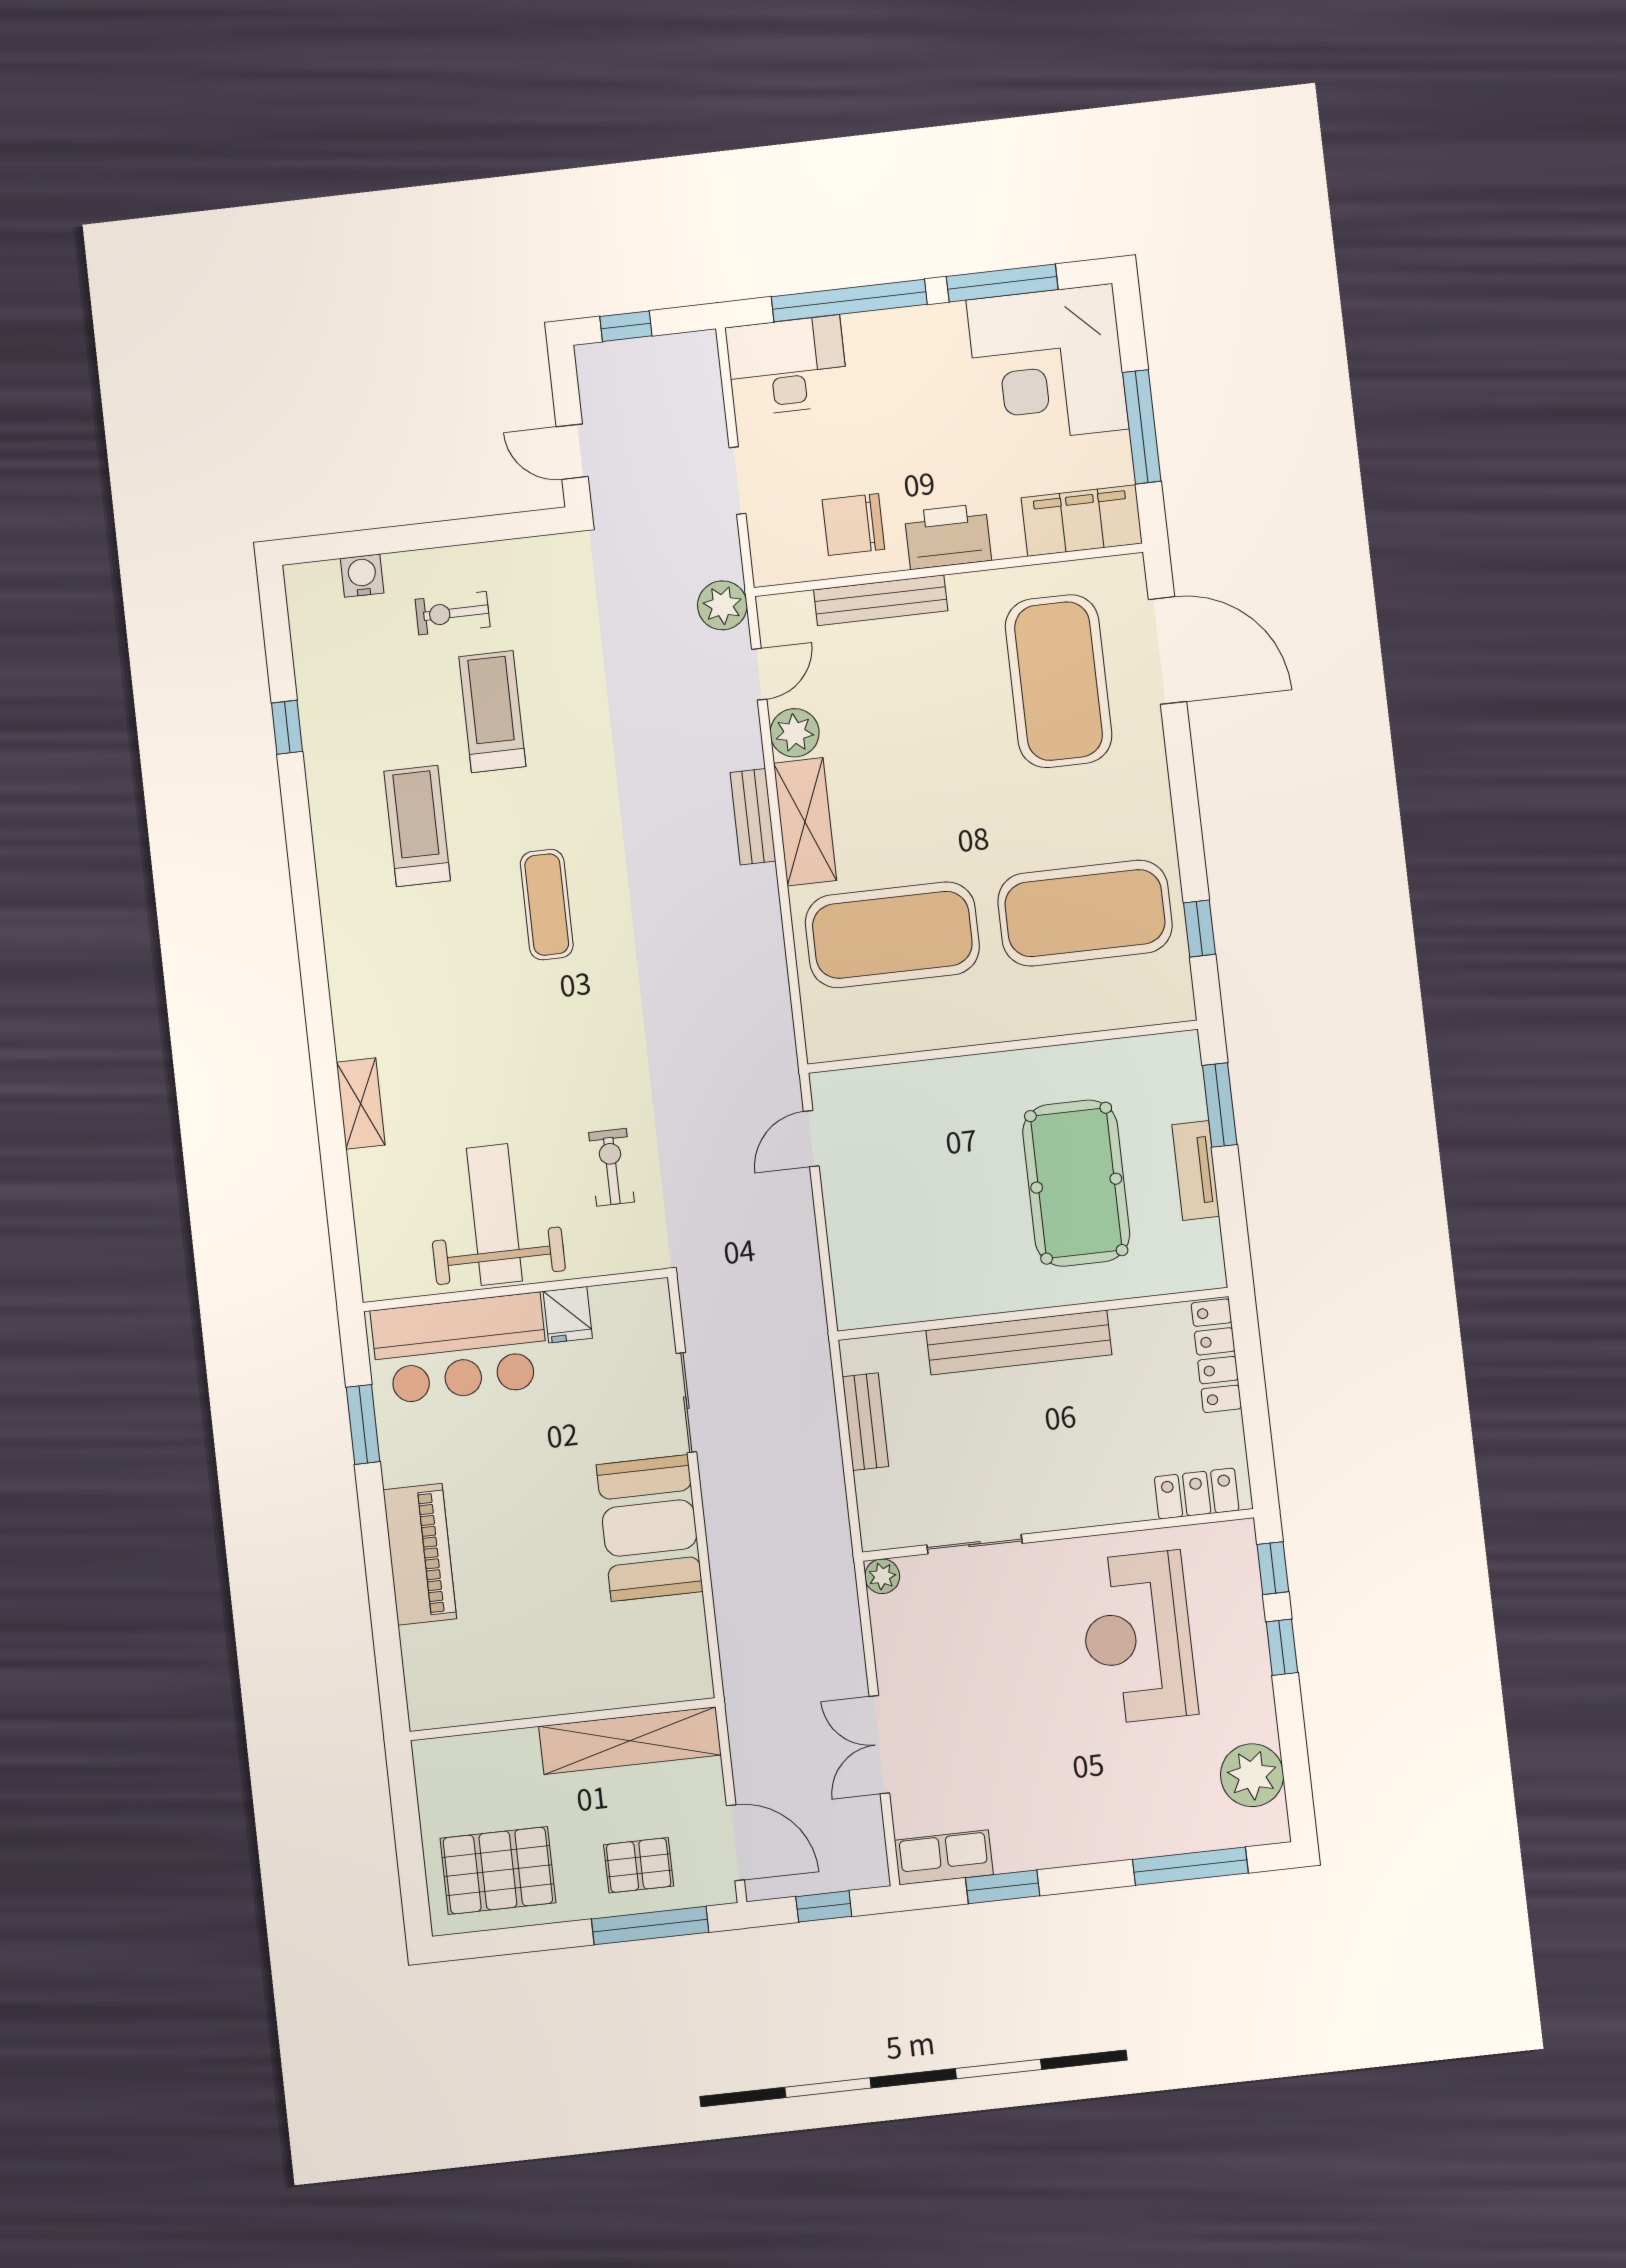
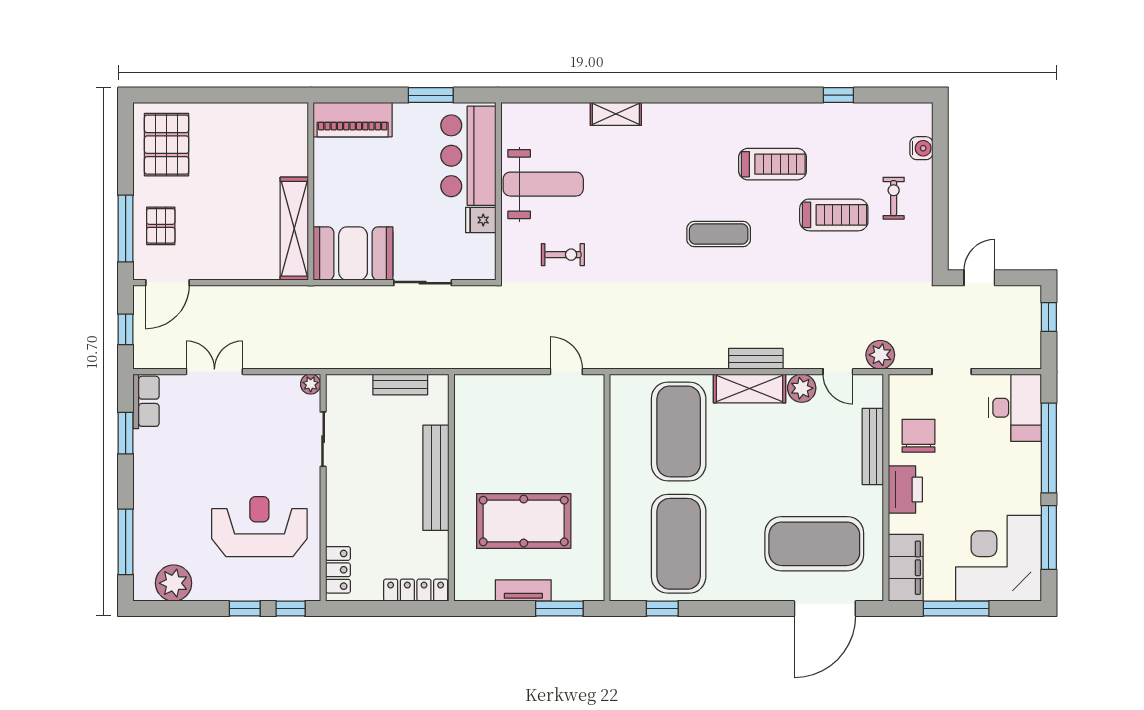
wall: (563, 1719) -> (311, 191), moved
shelving: (630, 1741) -> (294, 229), moved

